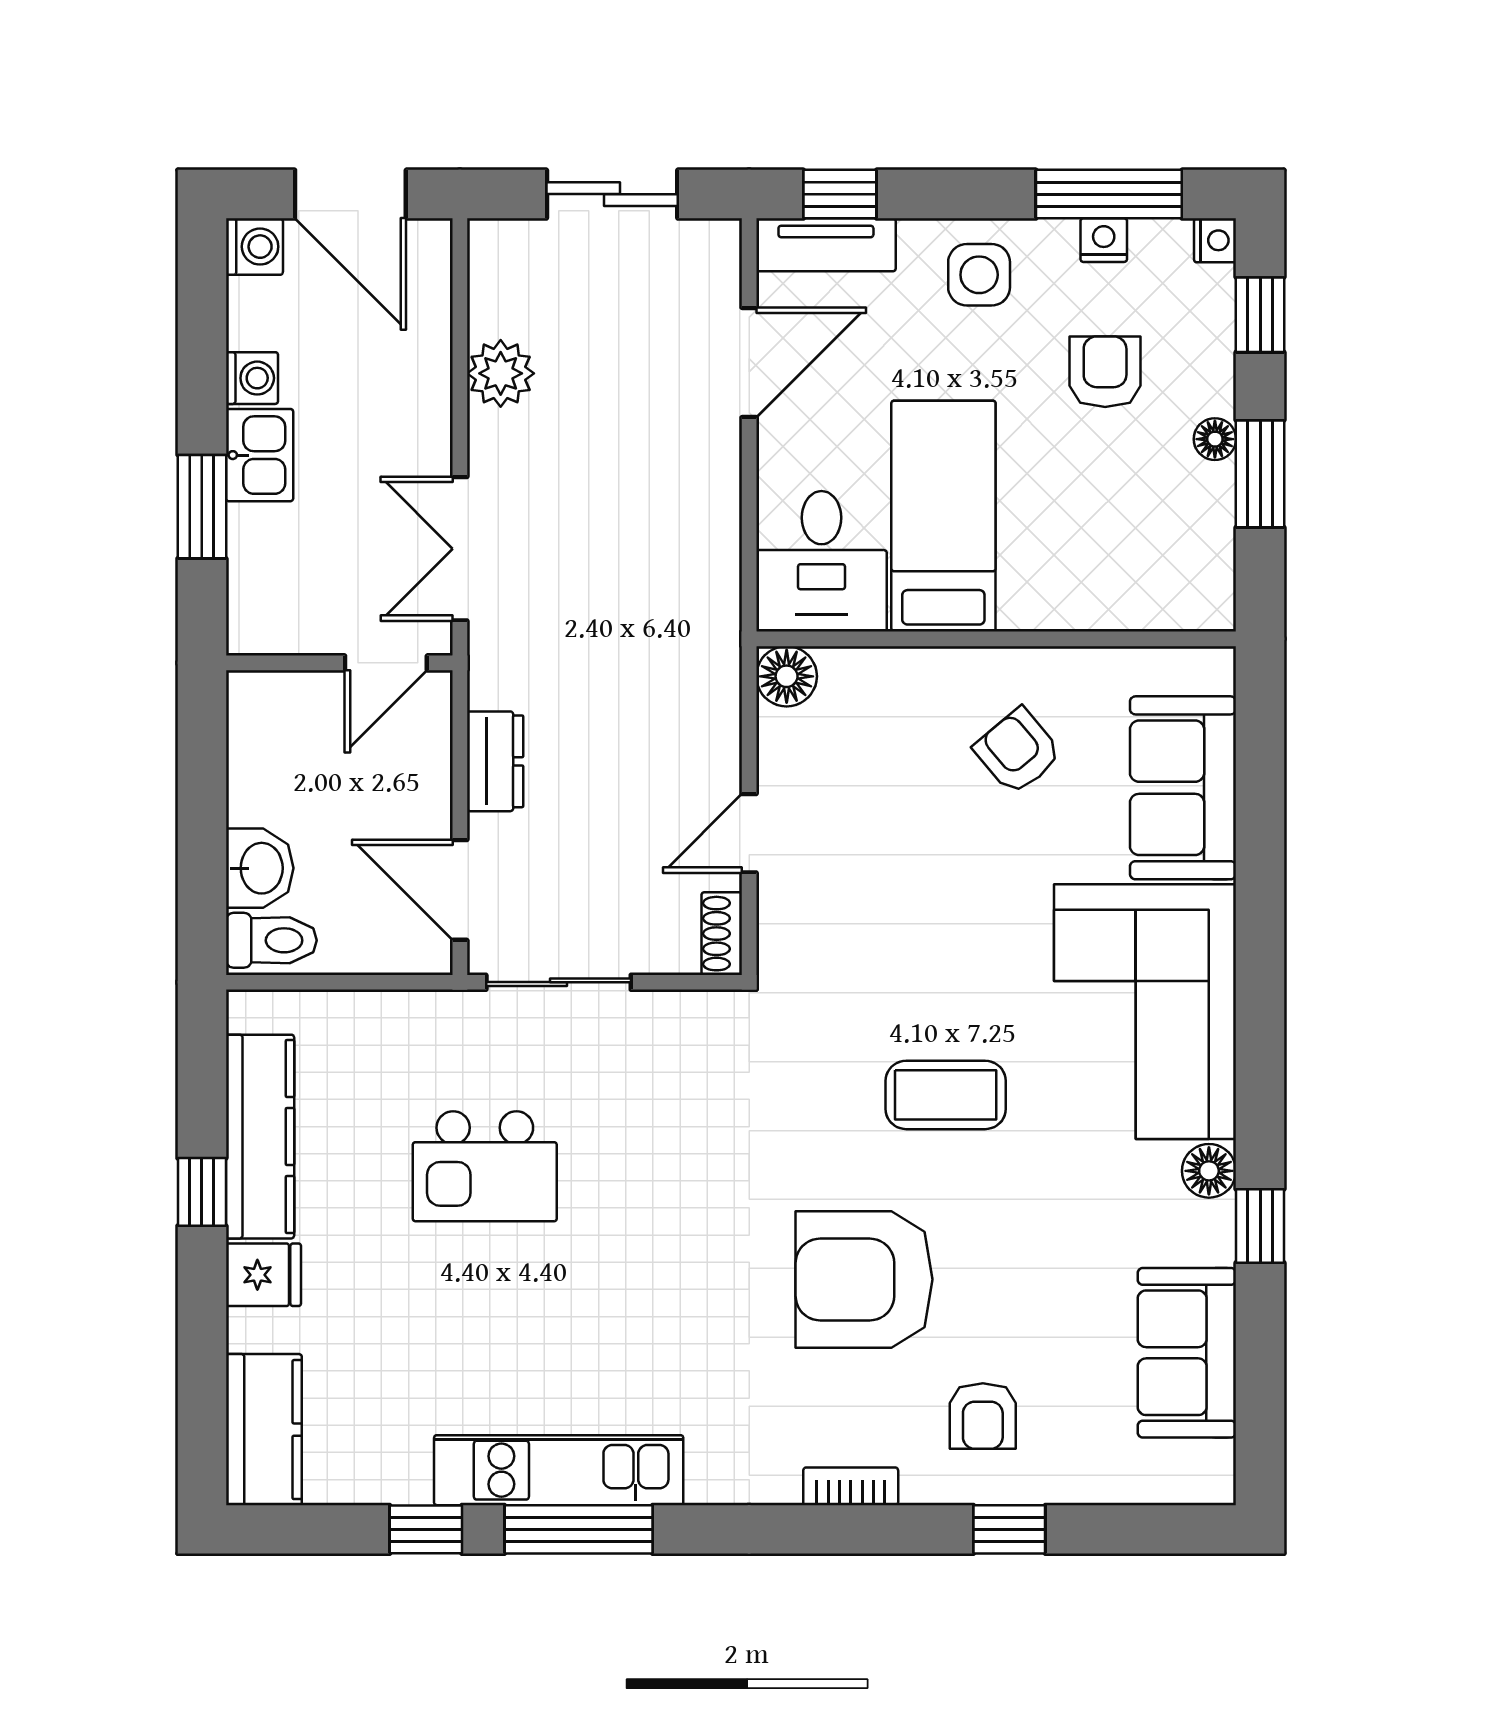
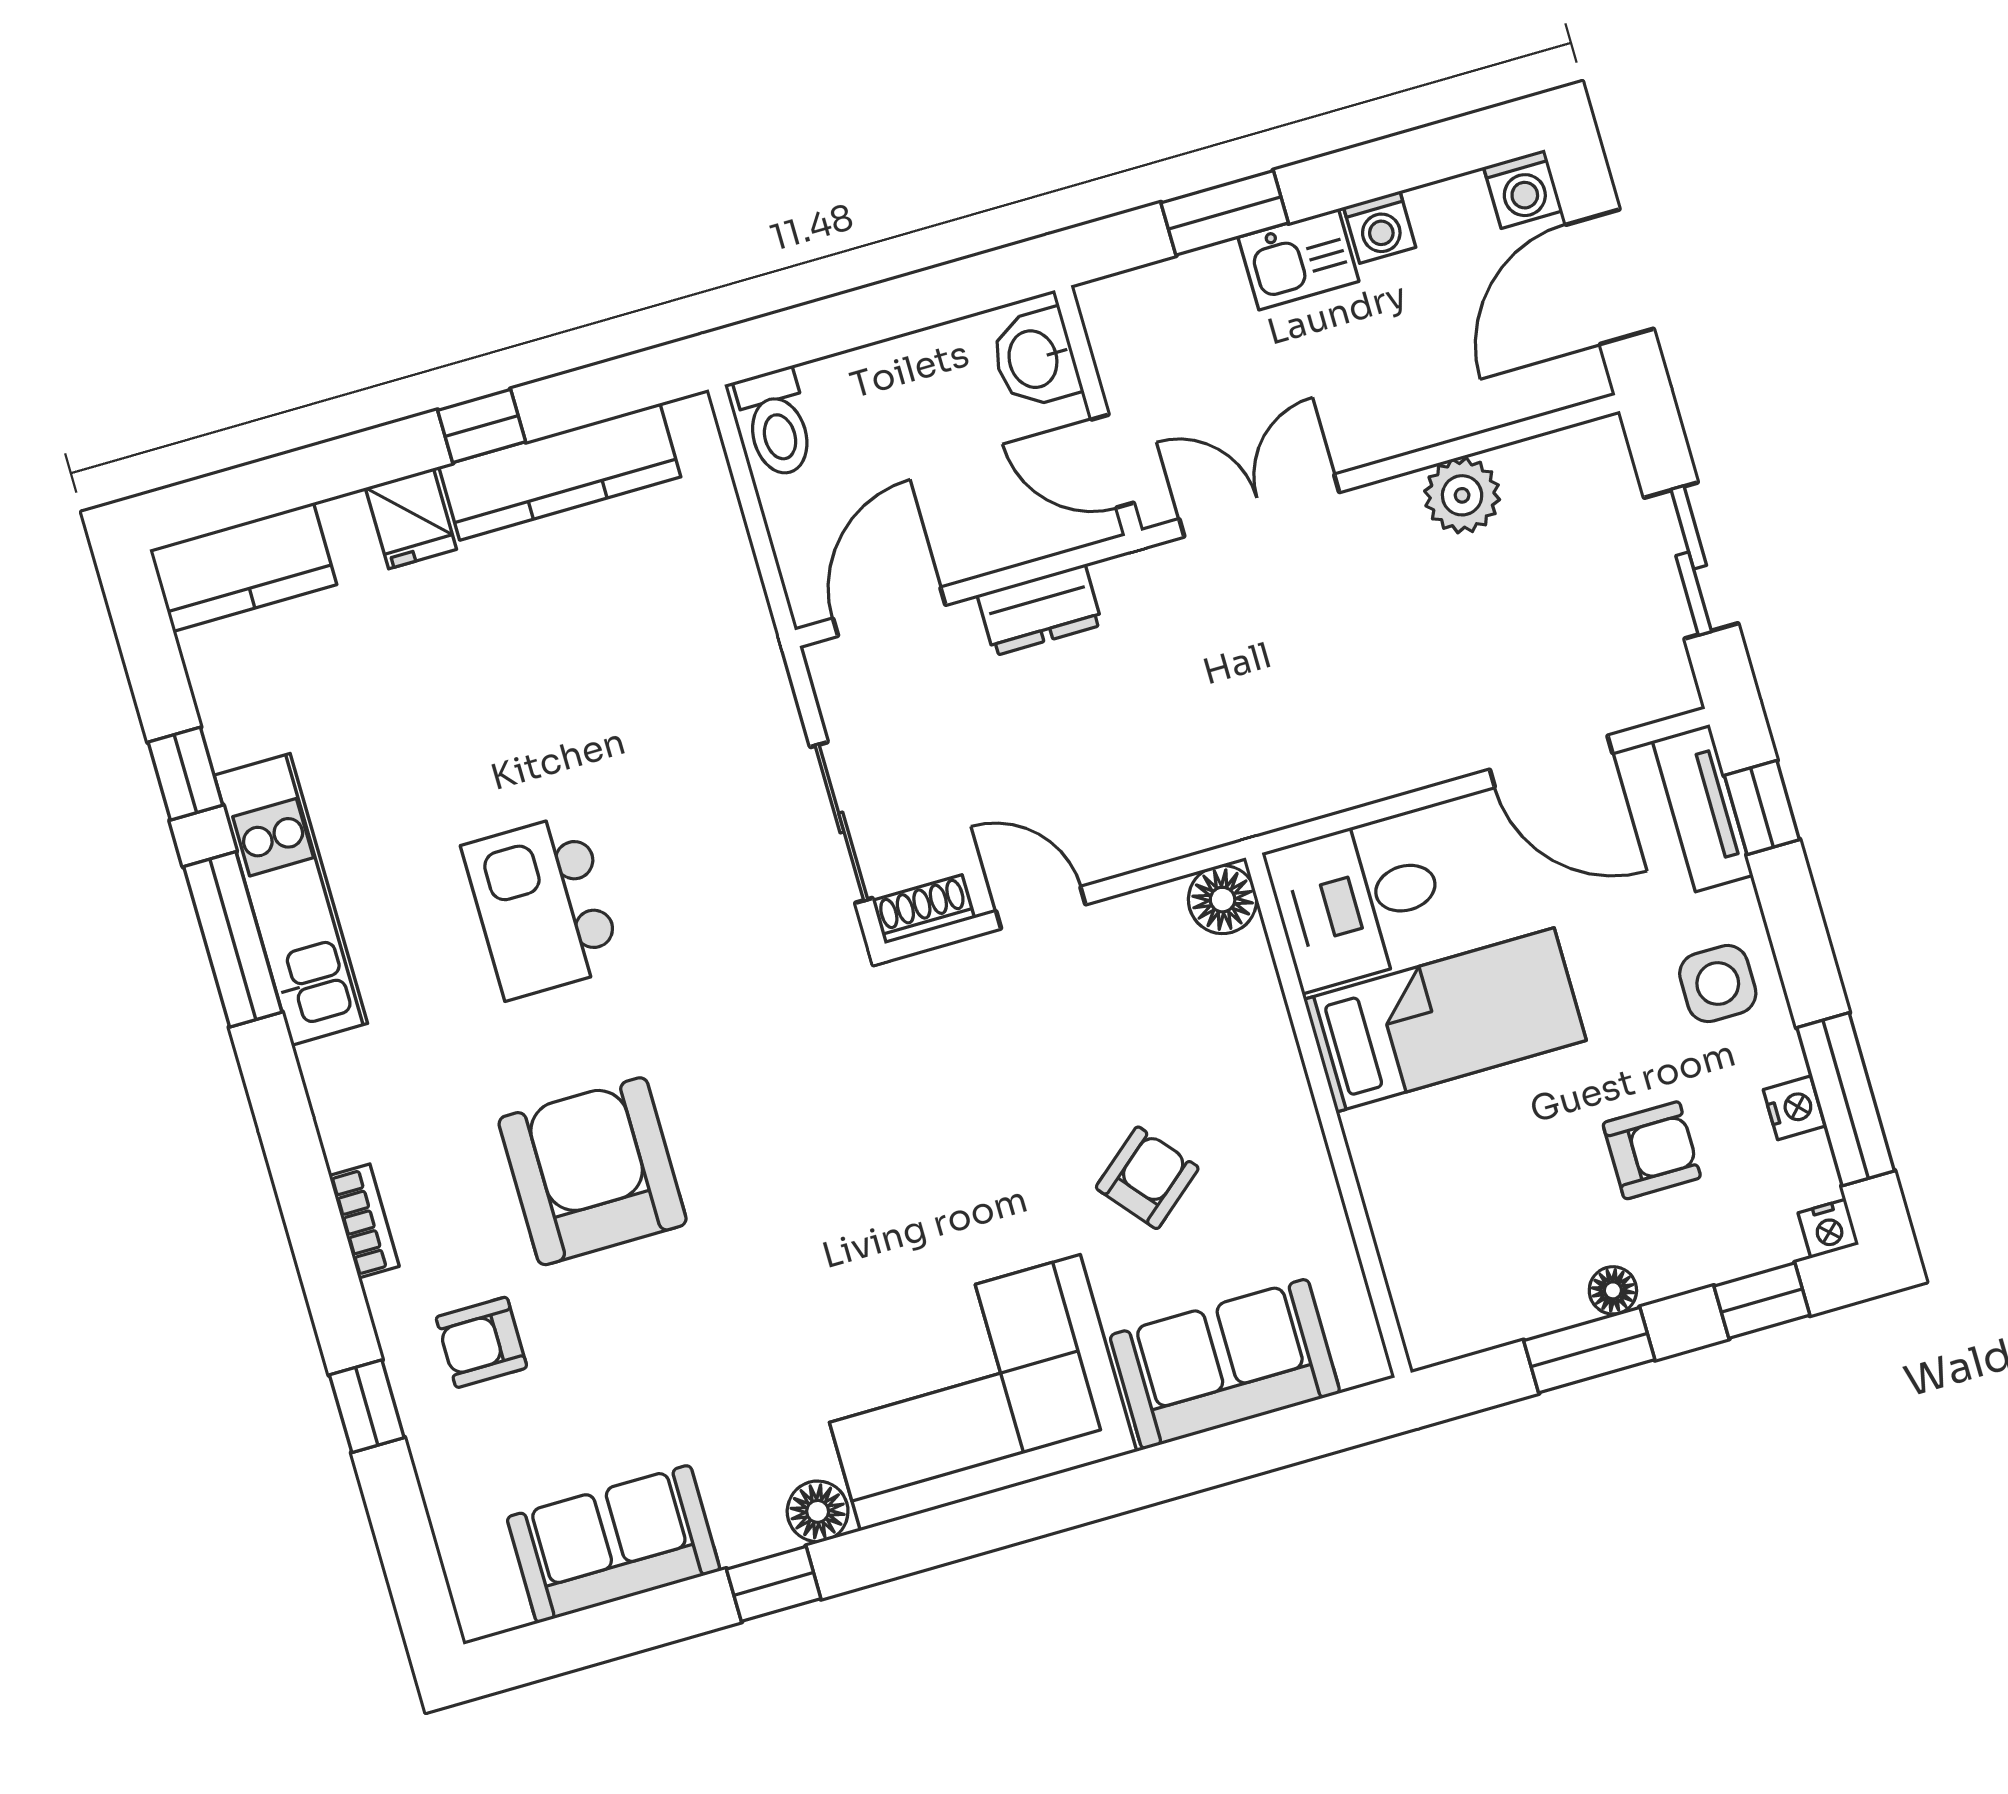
armchair: (1018, 751) -> (1147, 1178), moved
washbasin: (260, 868) -> (1035, 358), moved, turned 90
sliding door: (559, 982) -> (841, 822), moved
coffee table: (946, 1095) -> (818, 1202), removed
kitchen island: (485, 1166) -> (542, 906), moved

